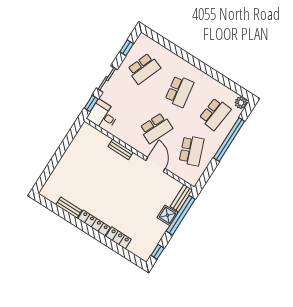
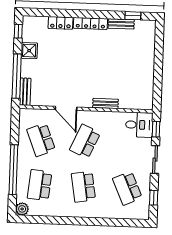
school desk: (144, 69) -> (127, 188), turned -45
window: (55, 209) -> (133, 16), added
shower: (167, 215) -> (29, 51), moved

